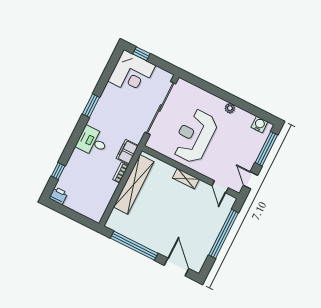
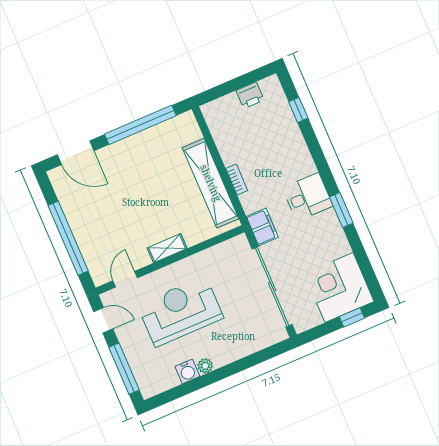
water cooler: (259, 125) -> (187, 371), moved
reception desk: (195, 136) -> (180, 311), moved, turned -90
desk: (92, 141) -> (308, 197), moved
filing cabinet: (127, 152) -> (262, 227), moved
door: (220, 187) -> (125, 279), hinge flipped
printer: (58, 196) -> (250, 95), moved

